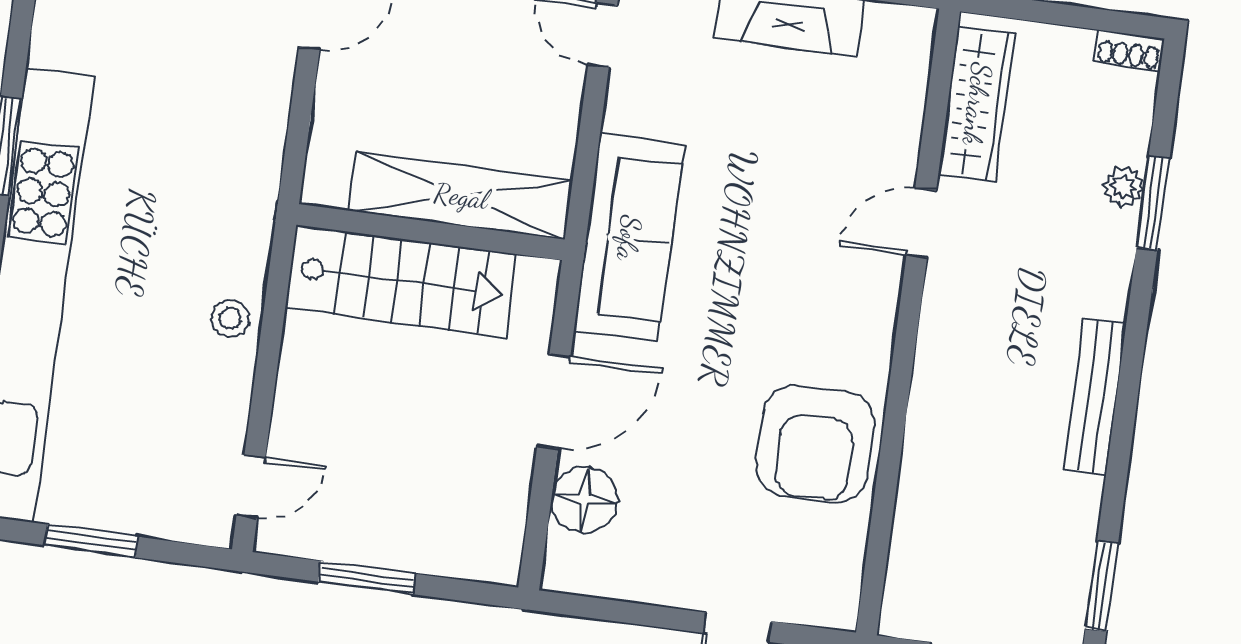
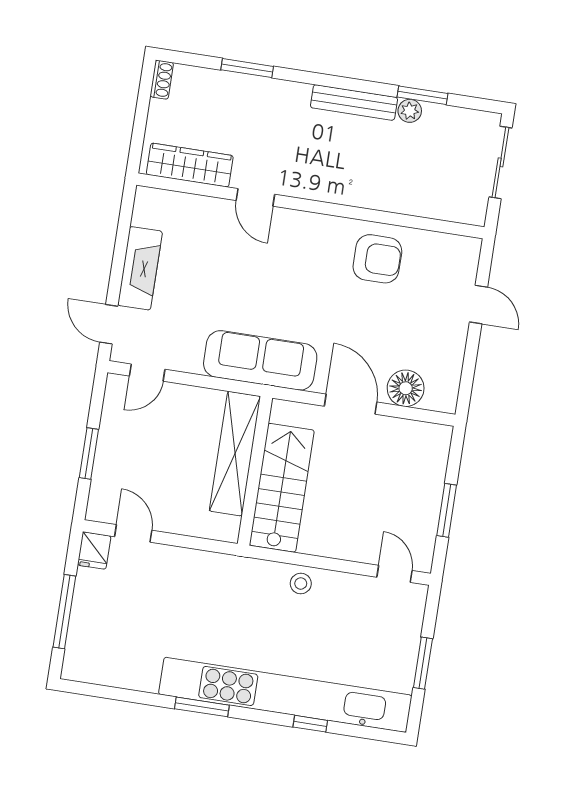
plant: (1124, 187) -> (410, 111), moved
armchair: (815, 444) -> (377, 259), width x0.73, depth x0.73
window: (1102, 586) -> (423, 95), moved

